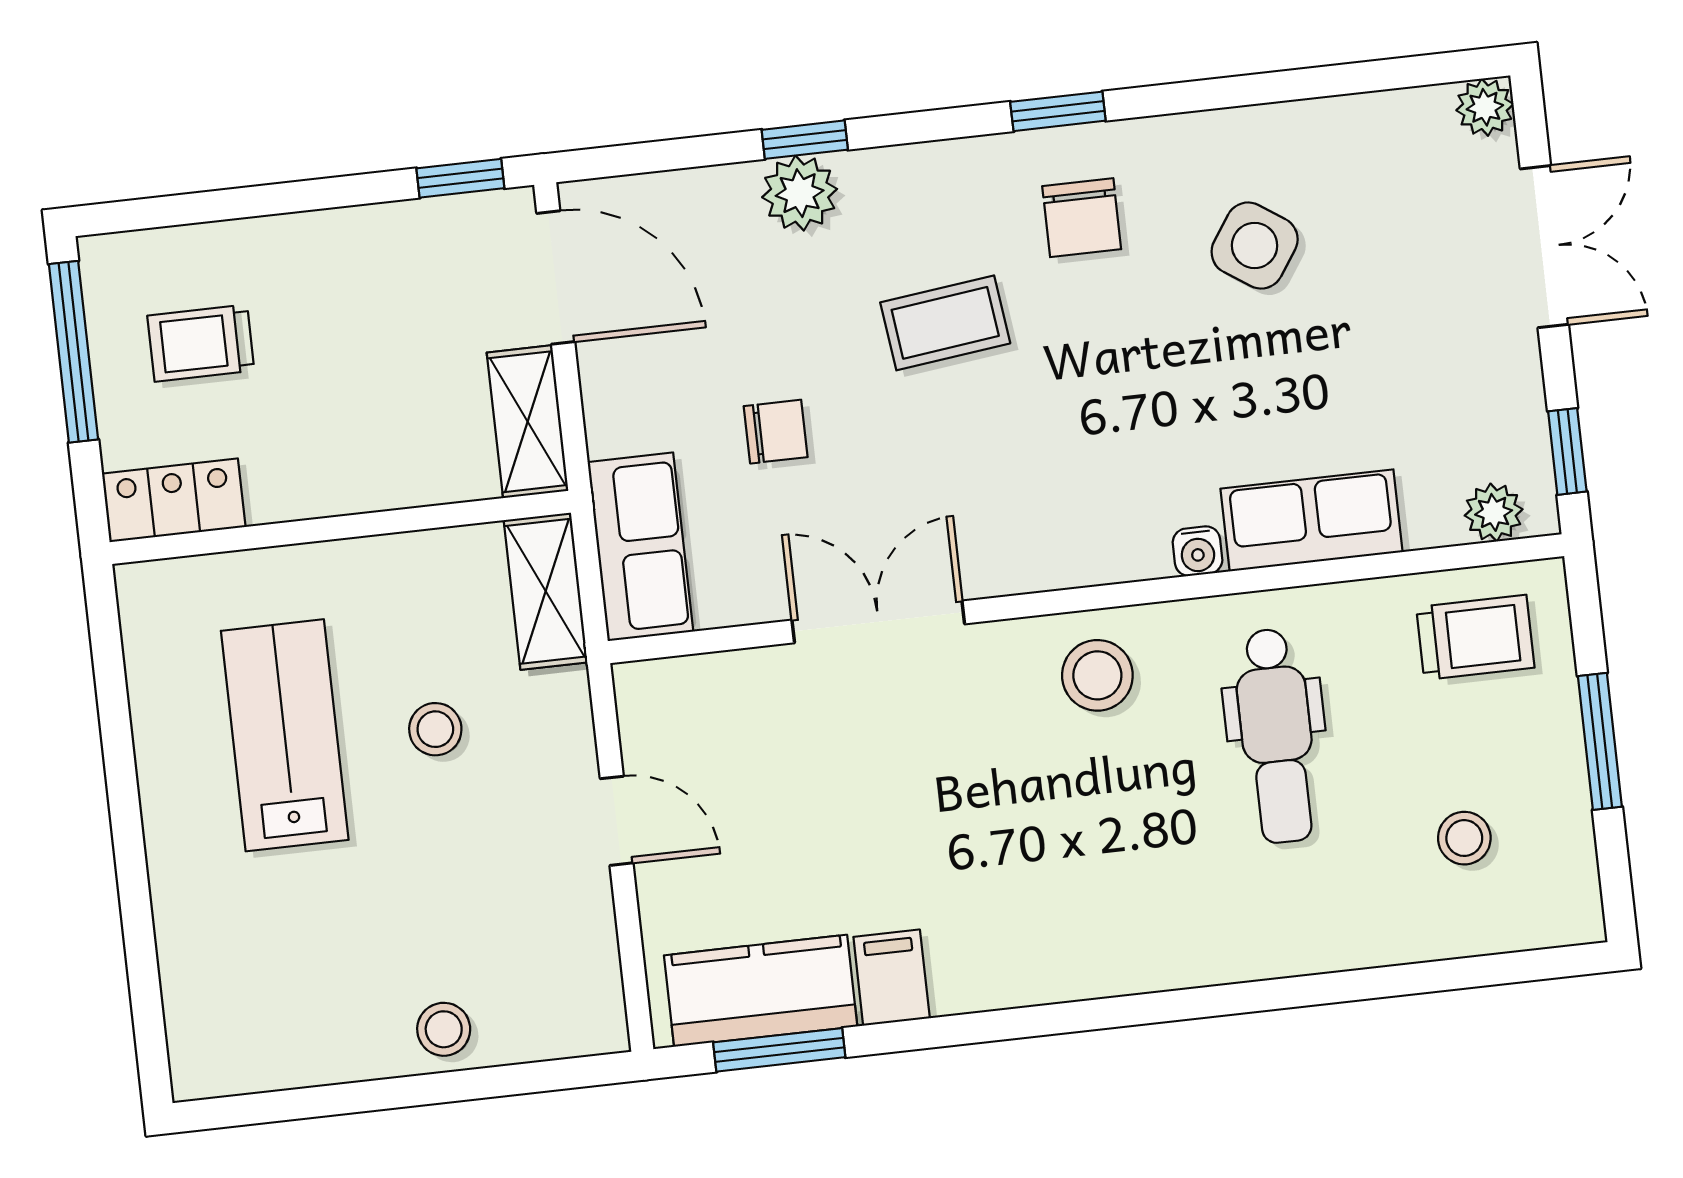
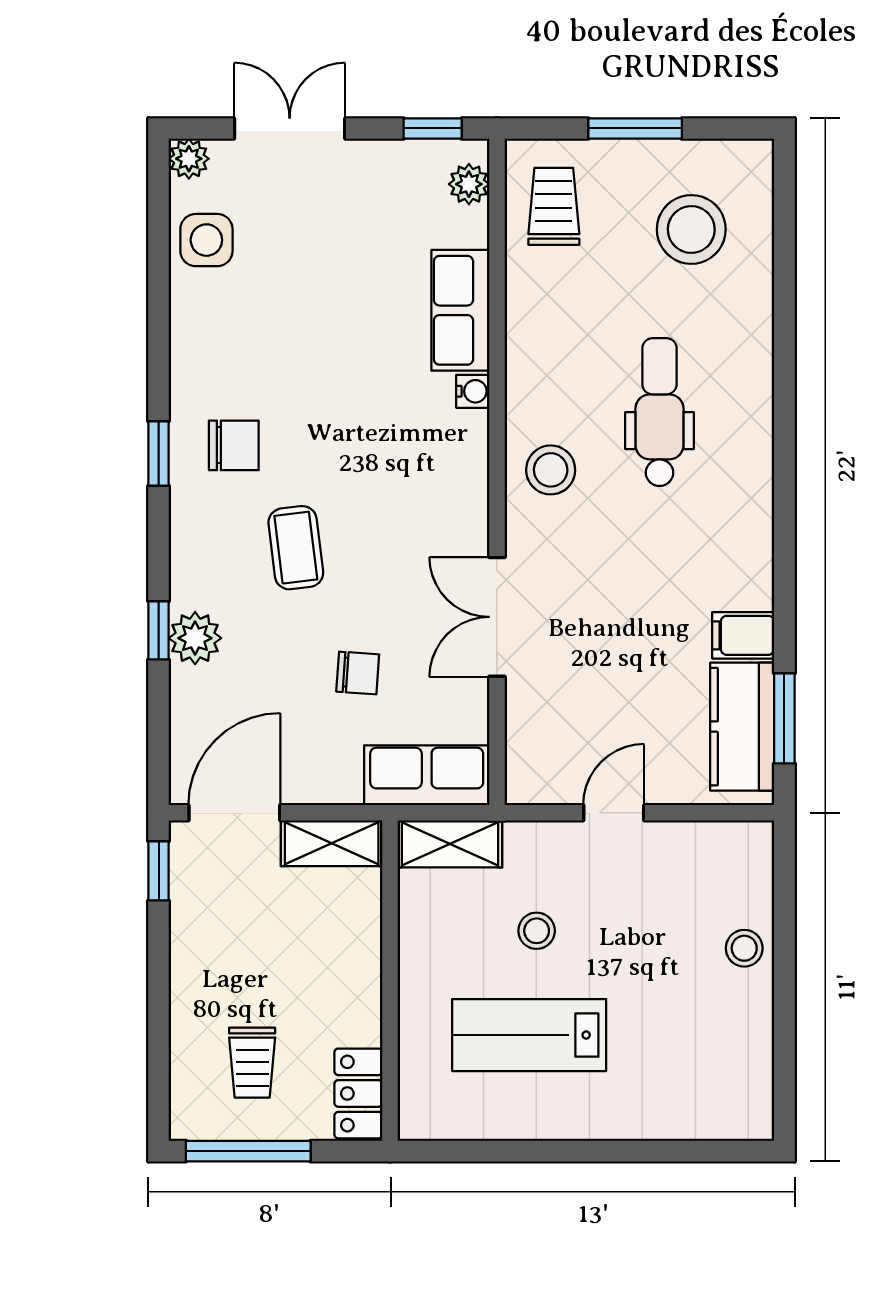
side table: (1255, 246) -> (206, 240), moved, turned -34
chair: (776, 432) -> (358, 673), turned 94
dental chair: (1276, 736) -> (659, 412), moved, turned -90
stool: (1464, 838) -> (691, 229), width x1.89, depth x1.89

